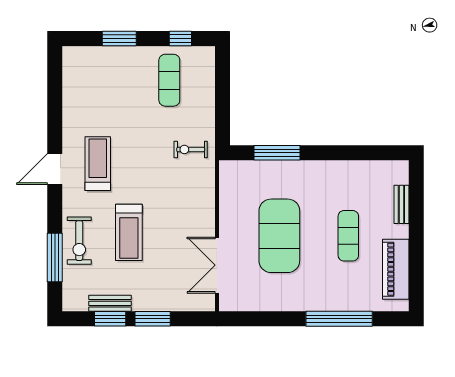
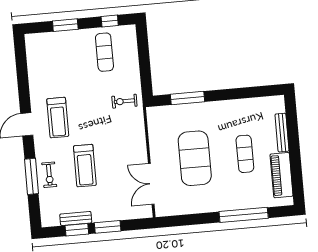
treadmill: (98, 164) -> (58, 118), turned 180
bench: (401, 204) -> (282, 133), width x1.36
exercise bike: (79, 241) -> (49, 175), width x0.73, depth x0.72
window: (55, 257) -> (31, 176), moved

